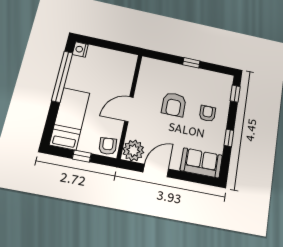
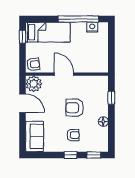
nightstand: (80, 49) -> (92, 27), moved
window: (191, 63) -> (111, 98), moved
floor lamp: (197, 74) -> (103, 122), added
window: (229, 138) -> (71, 155), moved
window: (82, 156) -> (22, 37), moved

